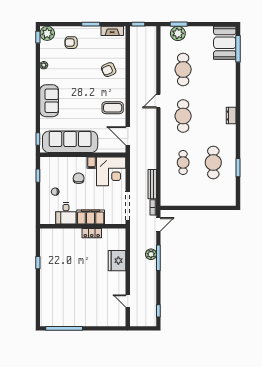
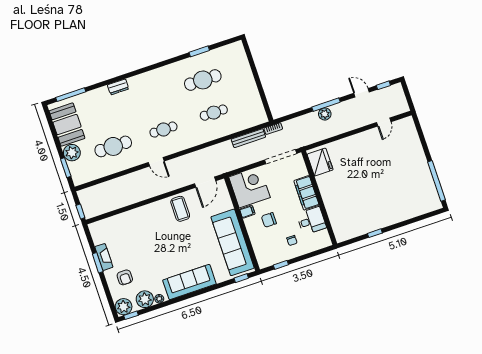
fireplace: (112, 31) -> (104, 257), moved
plant: (178, 33) -> (72, 153), moved
booth: (225, 43) -> (67, 125), moved, turned 90
plant: (47, 53) -> (145, 299), added
armchair: (109, 70) -> (140, 227), removed
sofa: (49, 101) -> (189, 282), width x1.36
cafe table: (183, 116) -> (163, 130), width x0.73, depth x0.74
dresser: (231, 116) -> (118, 87), moved
door: (158, 224) -> (362, 93), moved
locker: (92, 233) -> (323, 186), removed
fridge: (117, 261) -> (320, 162), moved, turned -90

